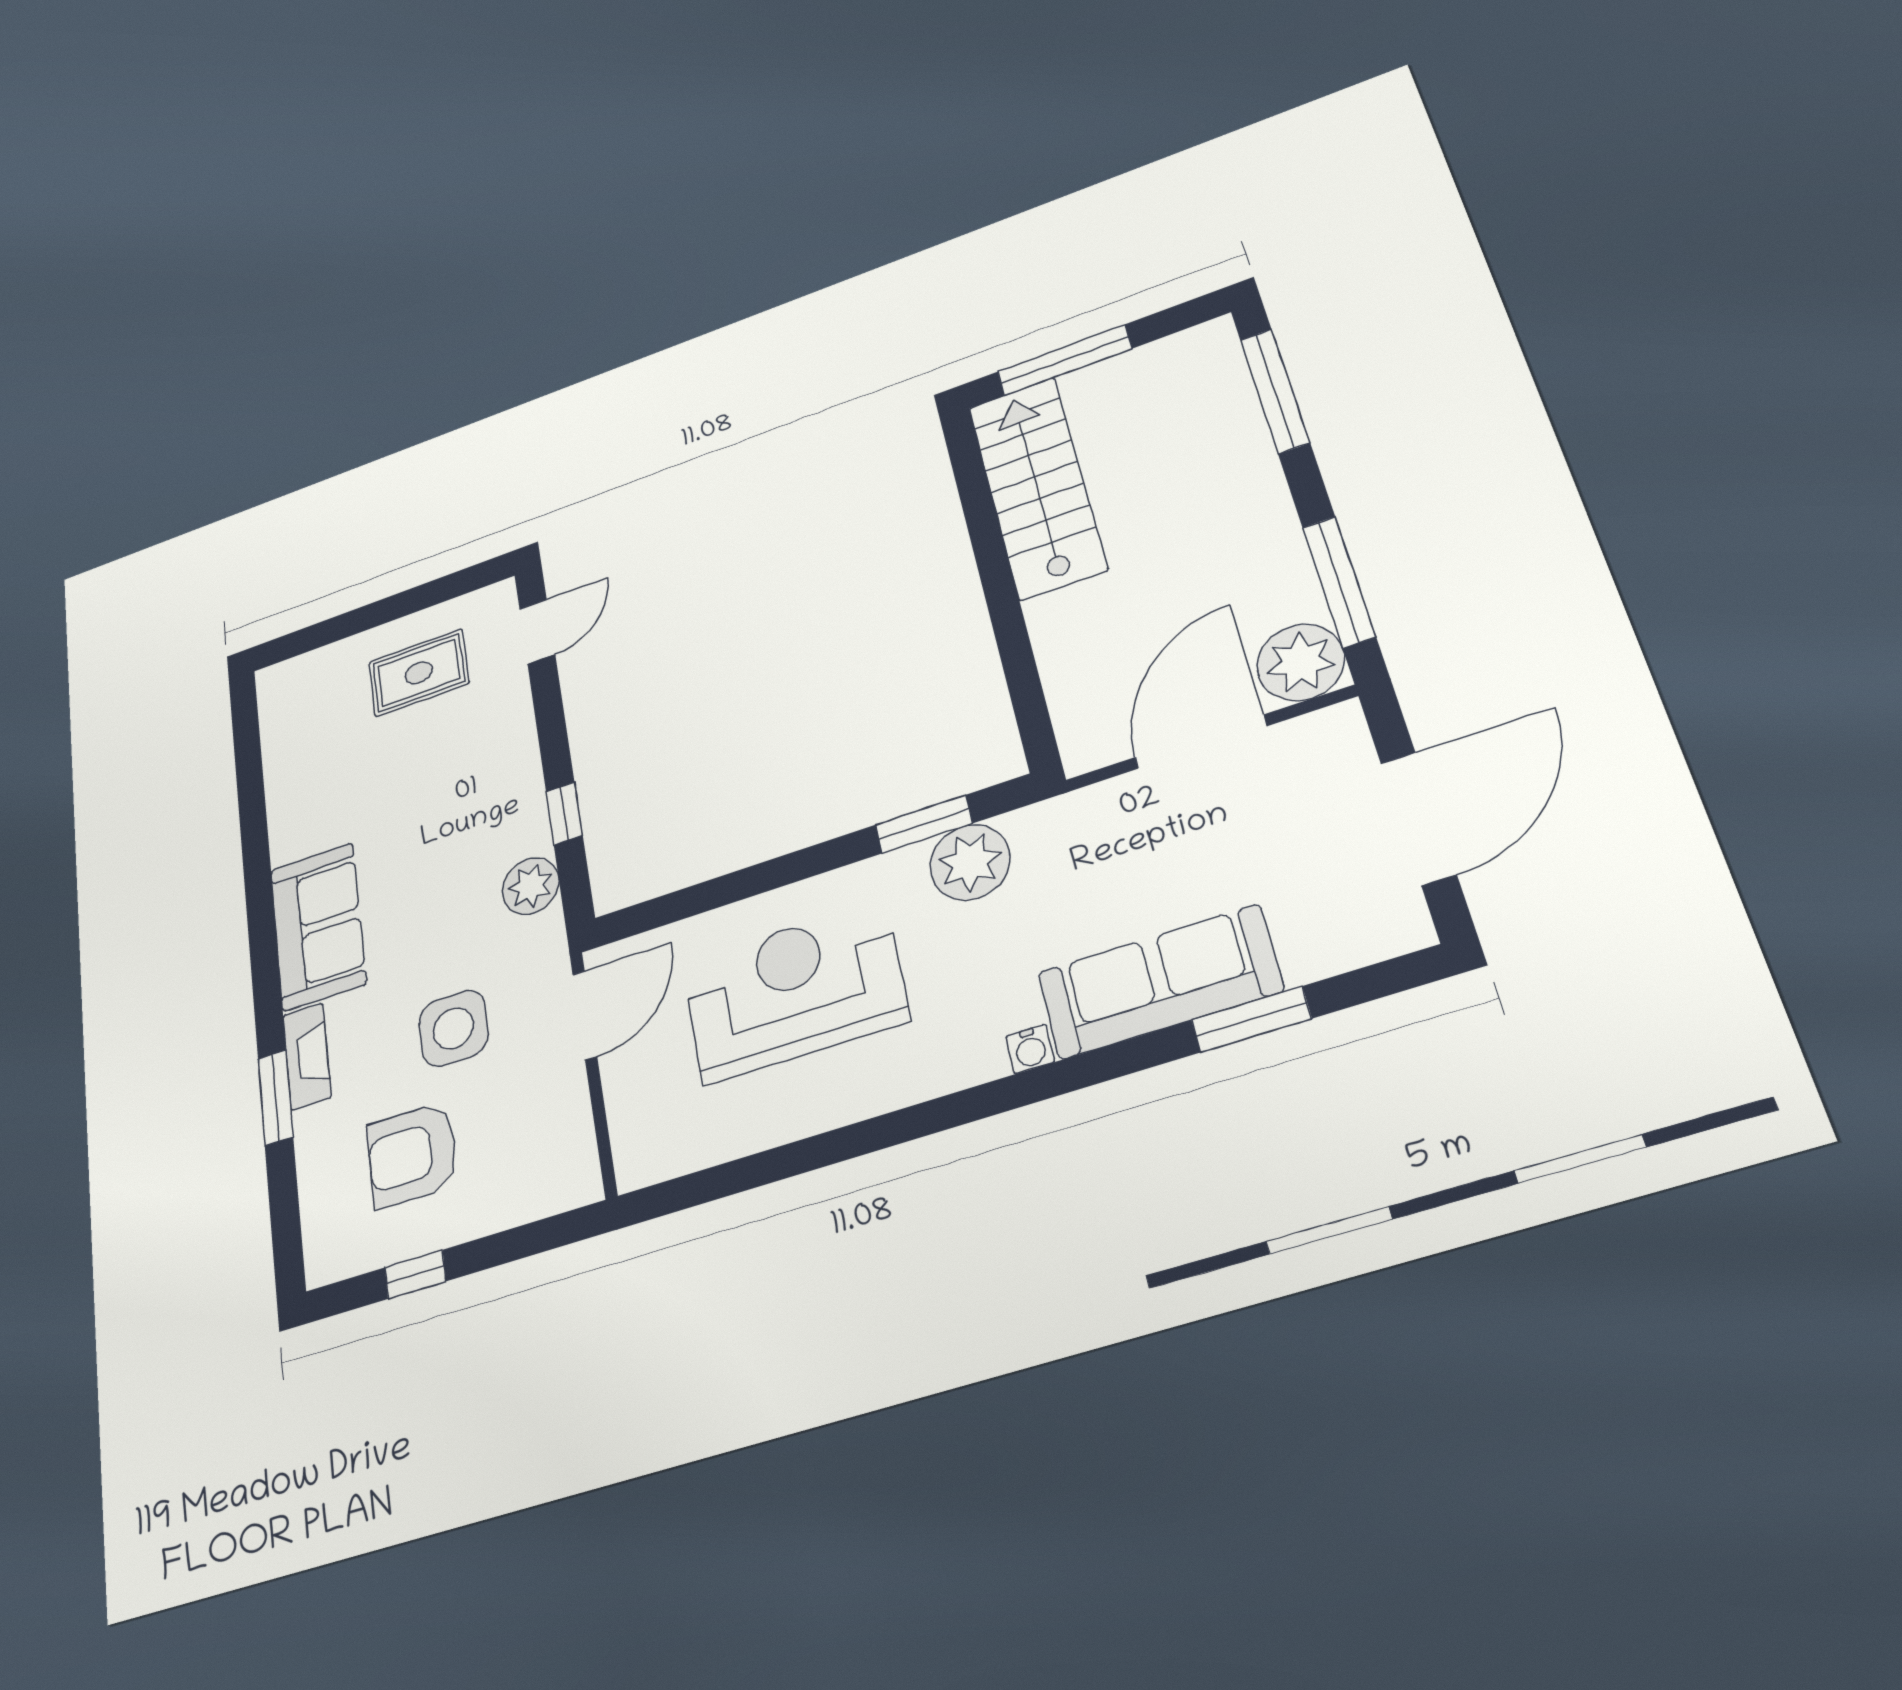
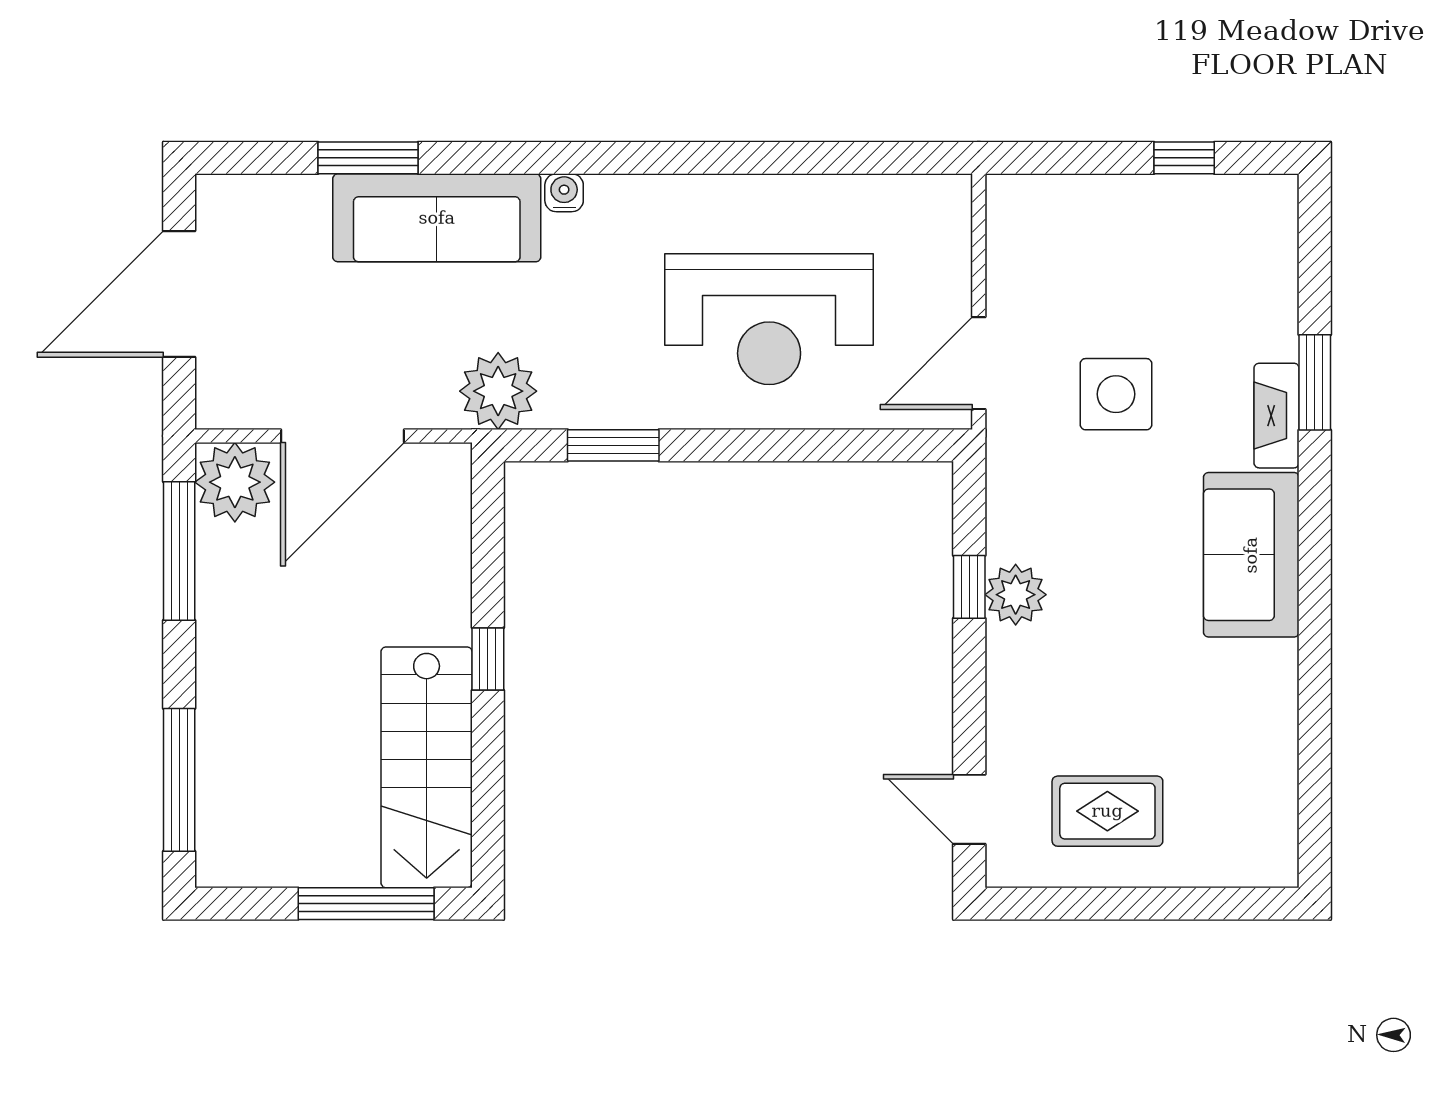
window: (1002, 597) -> (488, 659), added
door: (537, 631) -> (969, 809), hinge flipped
plant: (970, 862) -> (498, 391), moved
plant: (531, 886) -> (1016, 595), moved
armchair: (412, 1155) -> (1174, 277), removed

